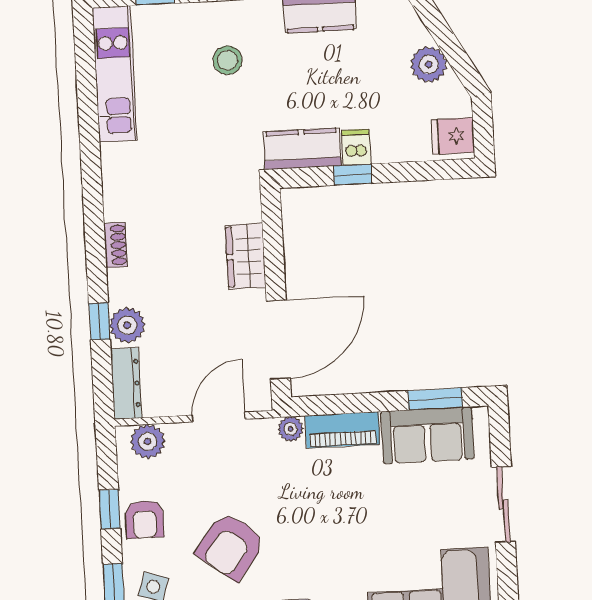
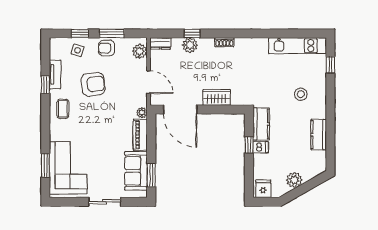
dresser: (126, 383) -> (160, 43), width x0.70
window: (110, 509) -> (112, 33), width x1.50
armchair: (231, 546) -> (93, 84), turned 136

